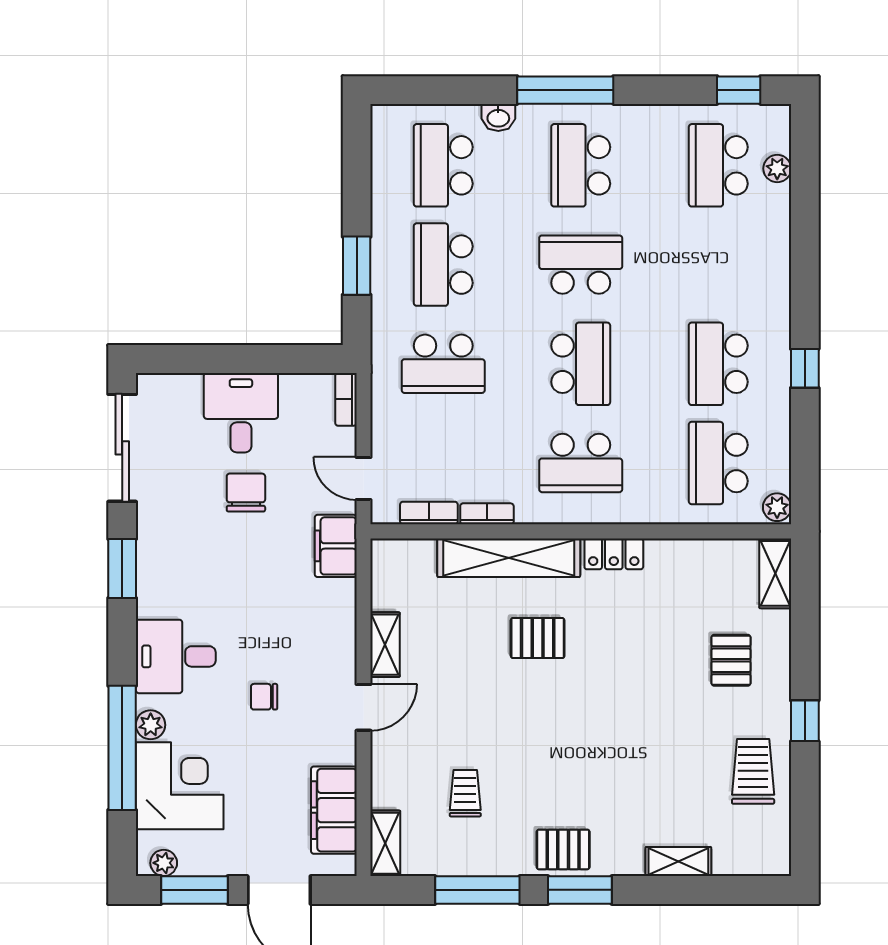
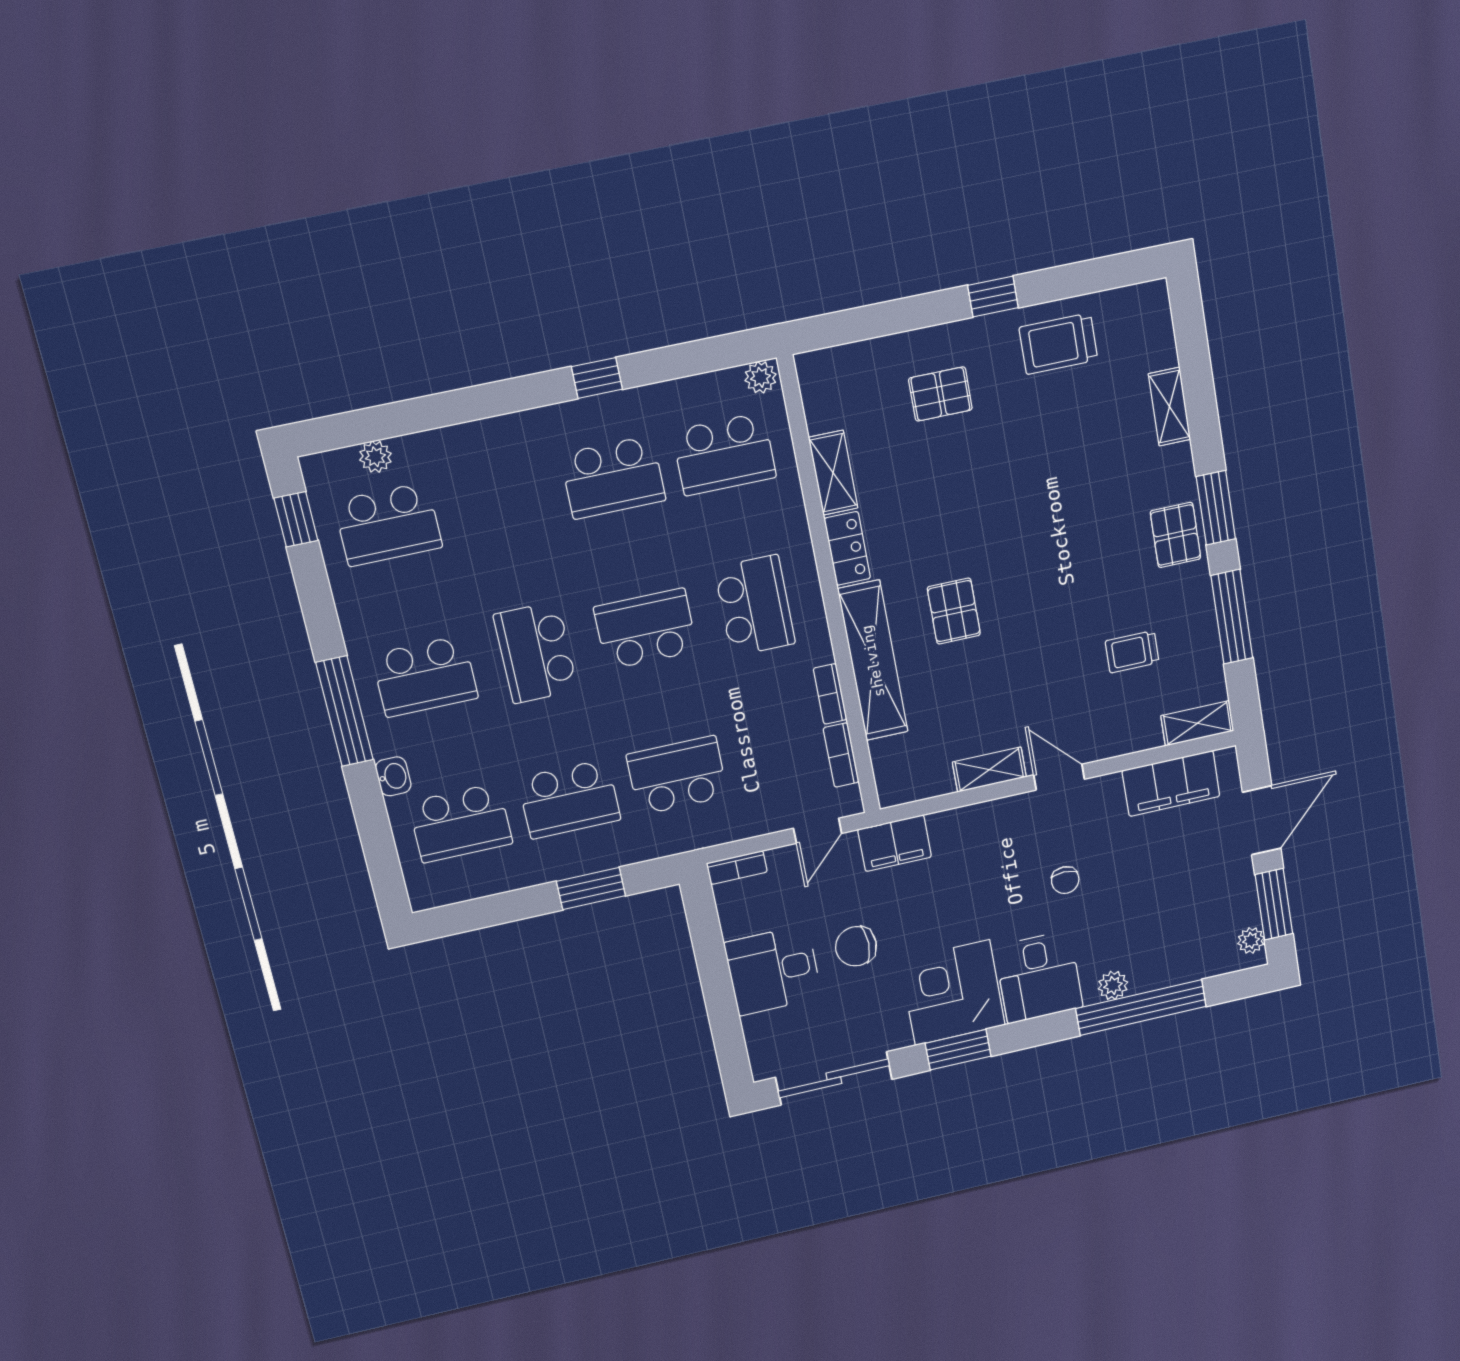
school desk: (443, 364) -> (677, 775), turned -90
shelving: (775, 573) -> (833, 473), moved, turned 90
corner desk: (180, 786) -> (952, 993), moved

